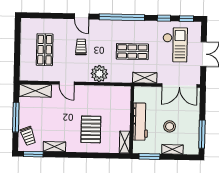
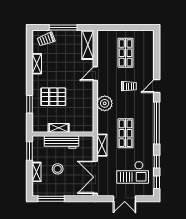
shop shelf: (45, 50) -> (126, 53), turned 90
shelving: (125, 142) -> (59, 128), moved
window: (33, 154) -> (30, 104), moved

